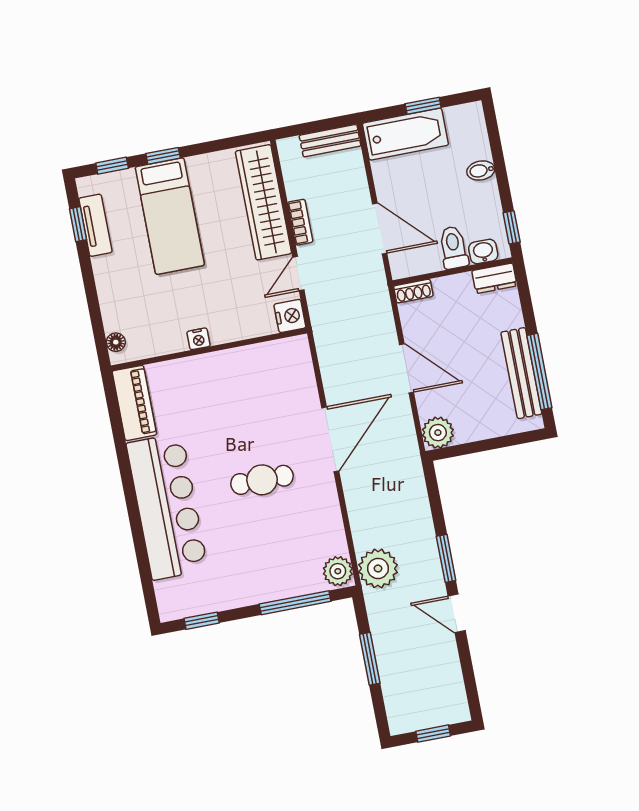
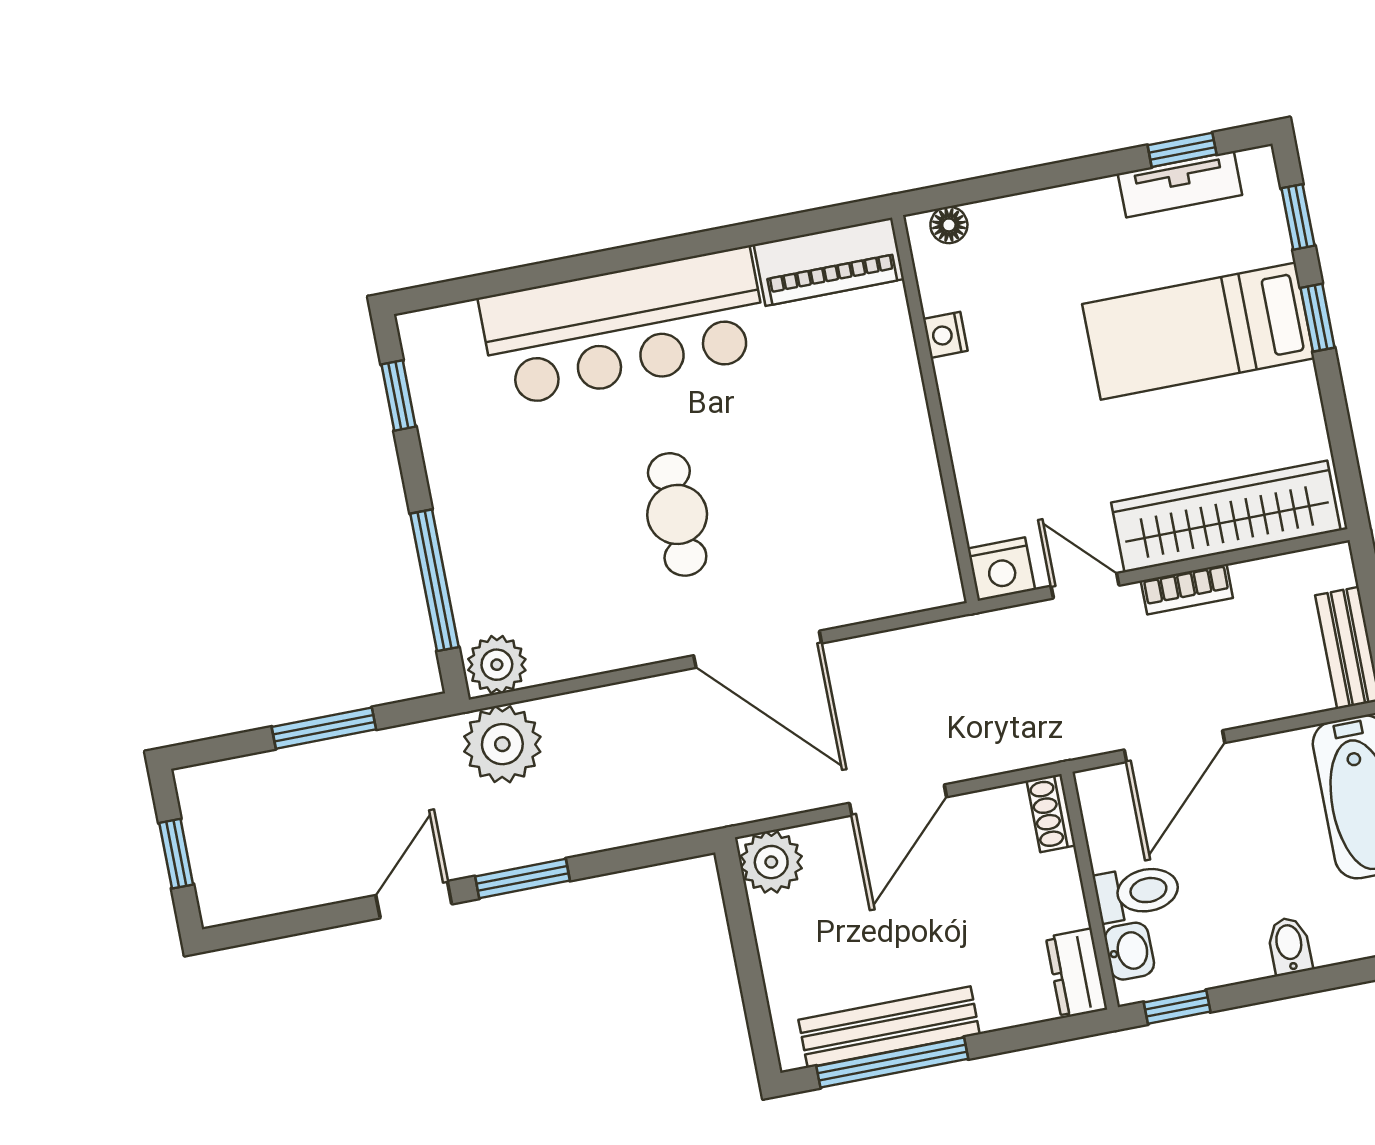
nightstand: (198, 339) -> (945, 335), moved

